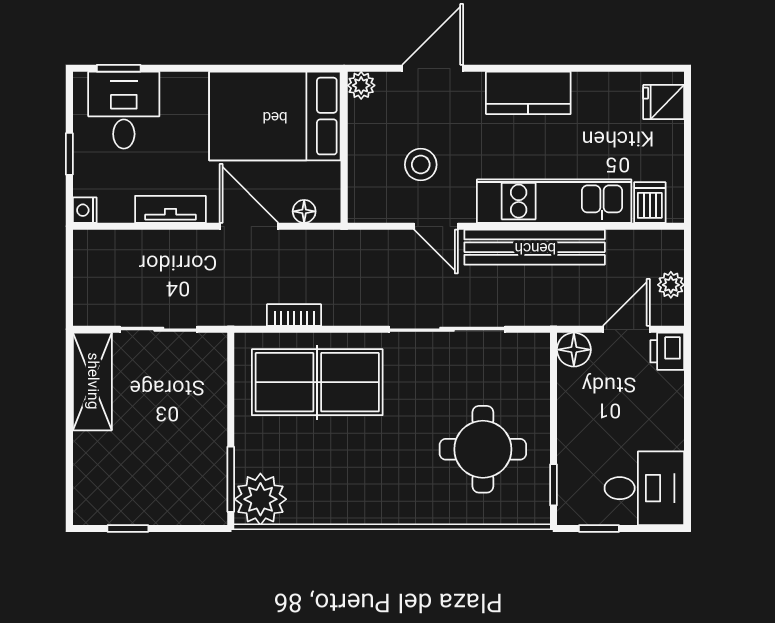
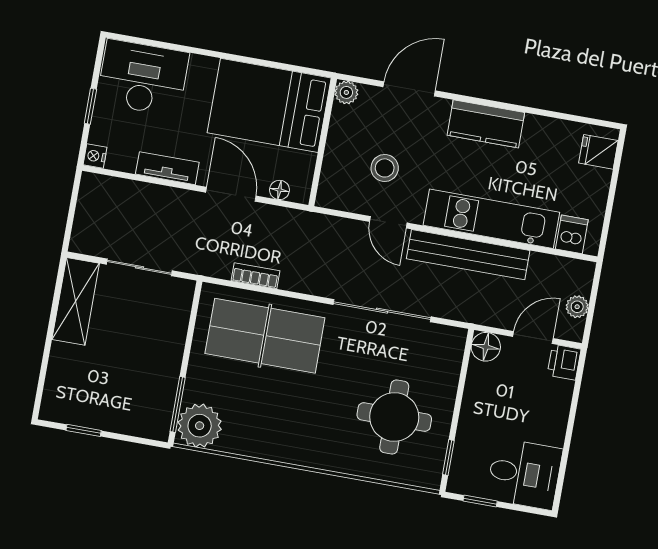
window: (119, 68) -> (145, 42), removed
desk: (124, 110) -> (143, 78), width x1.37

